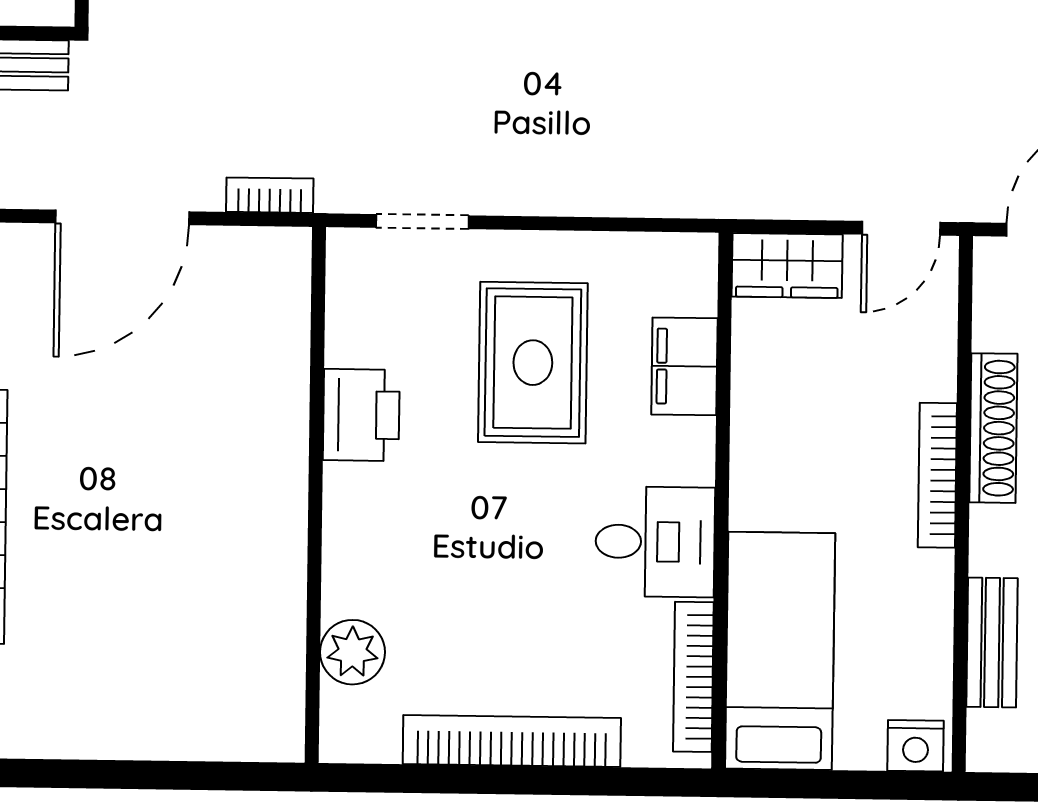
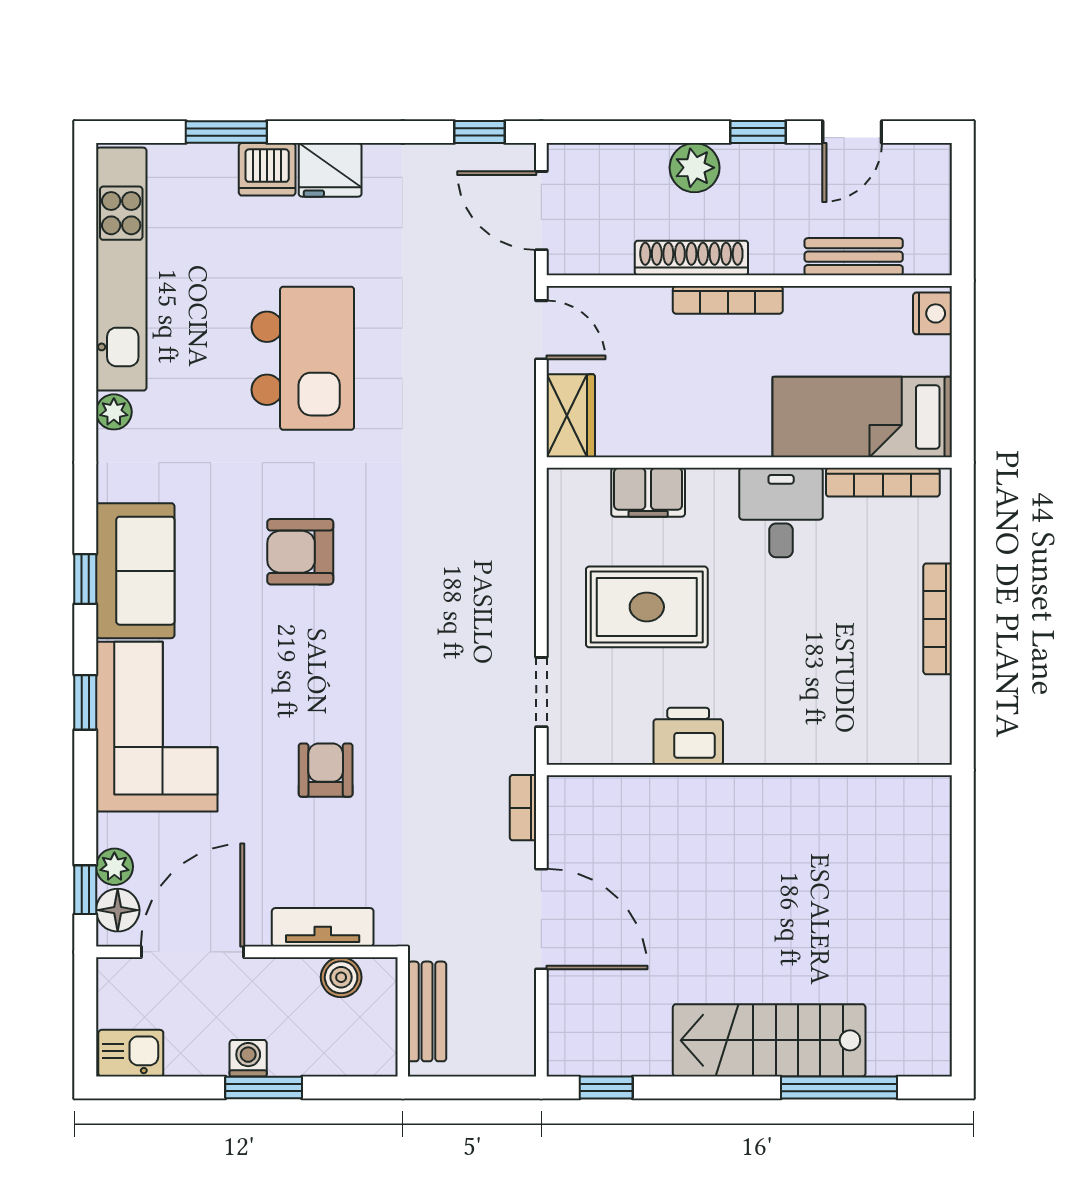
plant: (352, 652) -> (868, 740), removed
bookcase: (512, 741) -> (938, 619), width x0.68, depth x0.76

